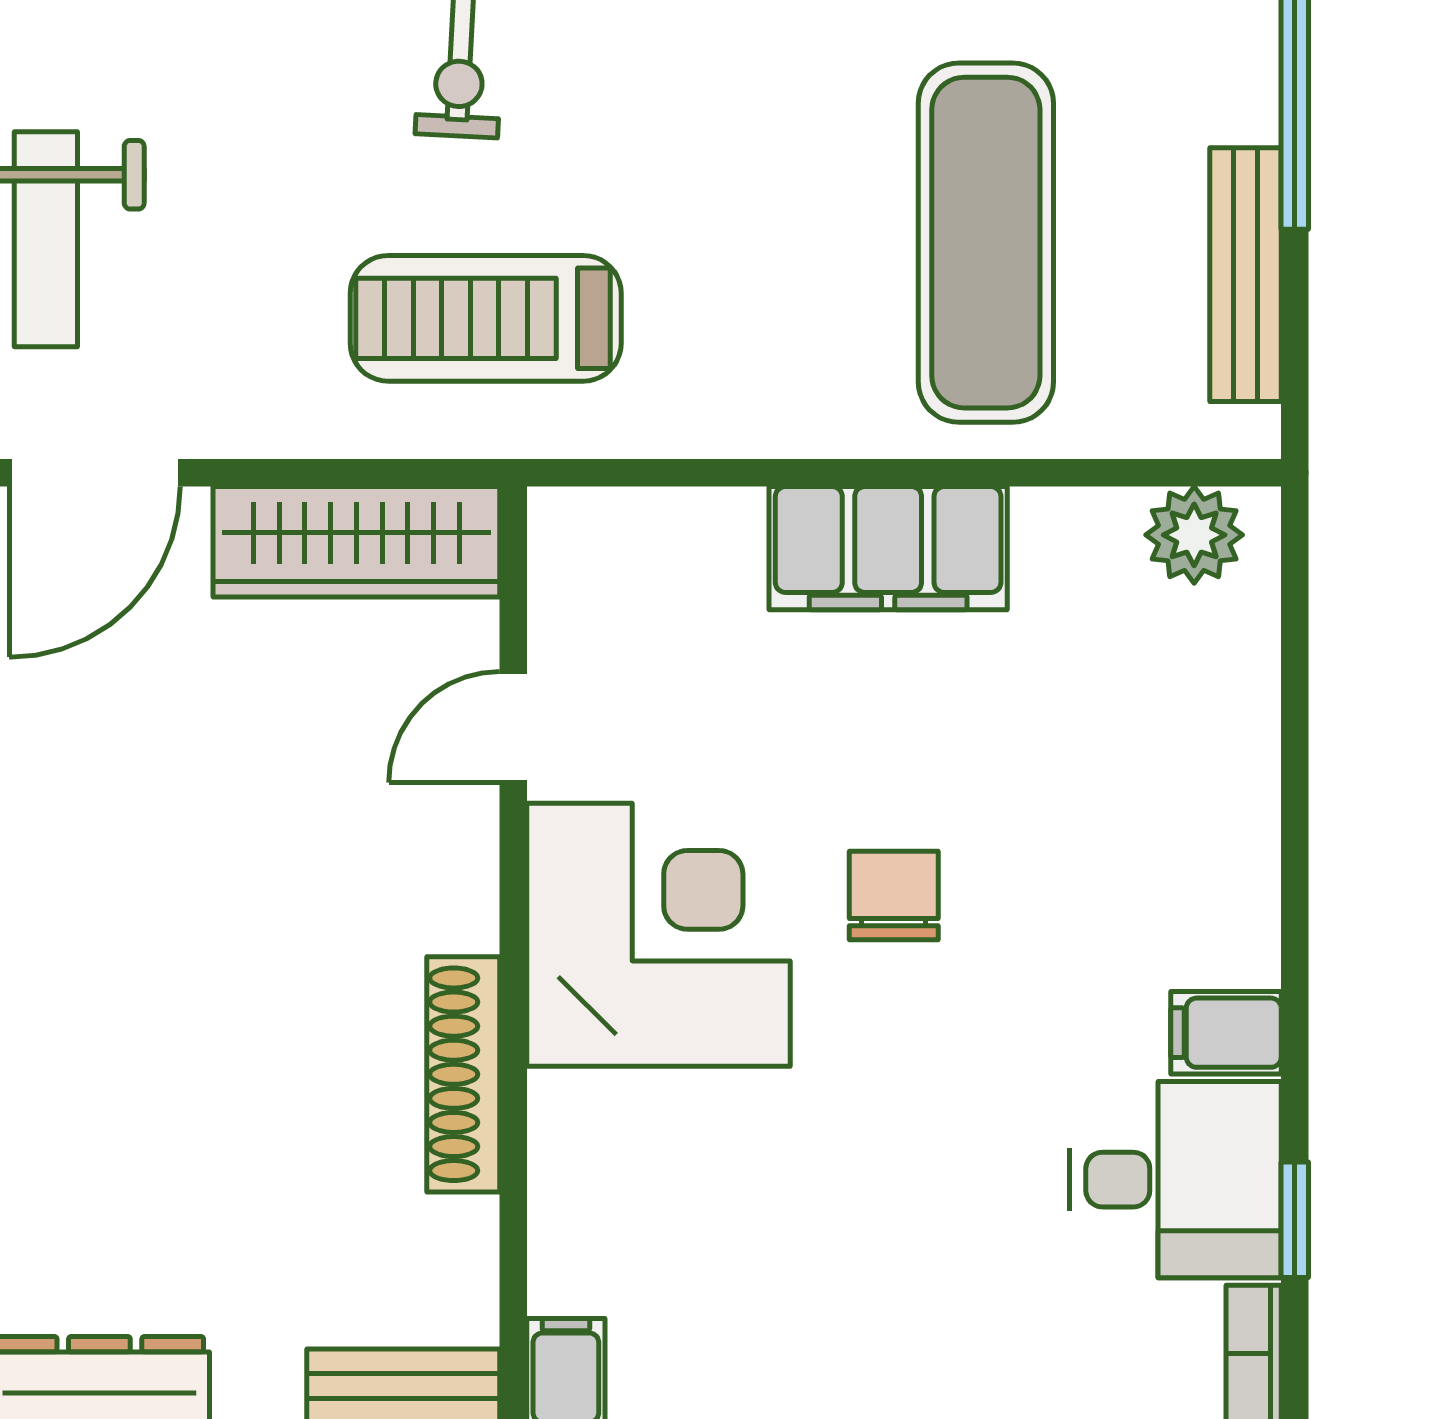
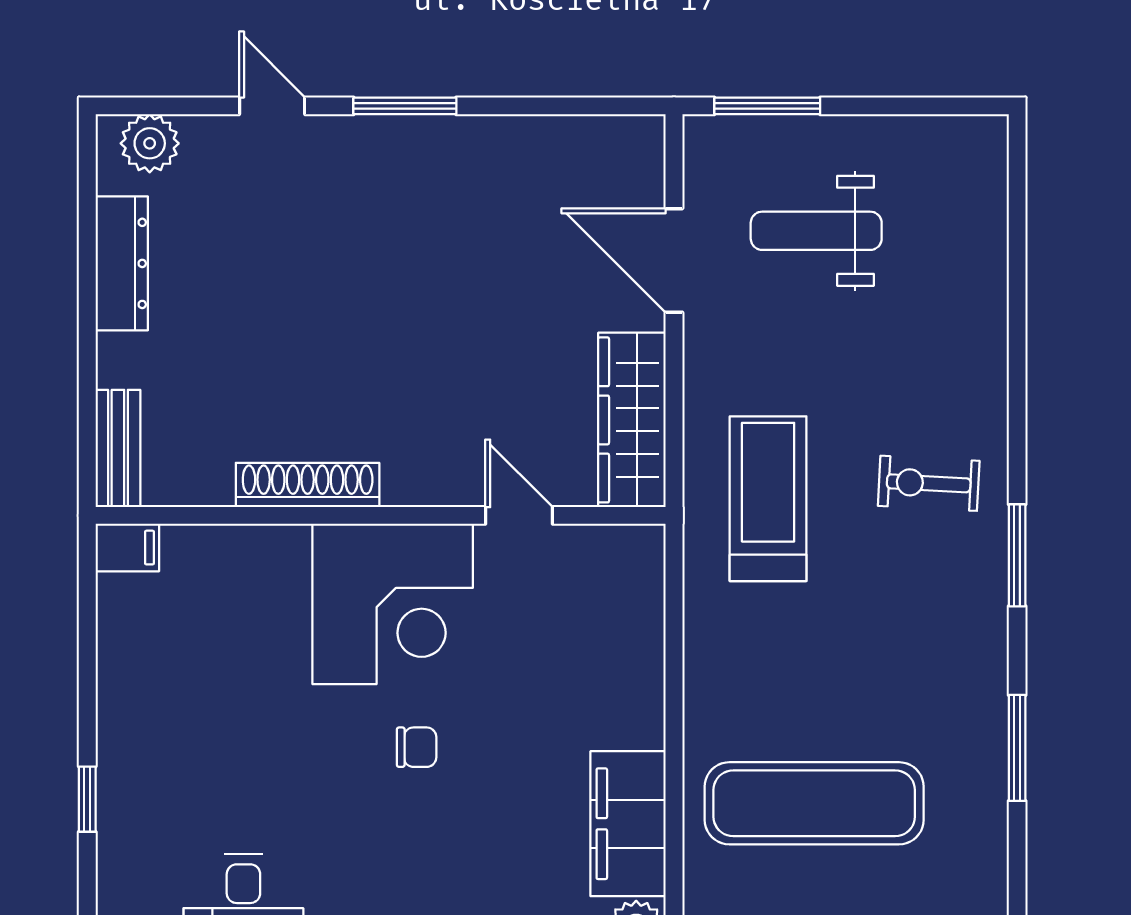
filing cabinet: (888, 548) -> (628, 824), moved
chair: (894, 895) -> (417, 747), width x0.73, depth x0.73

